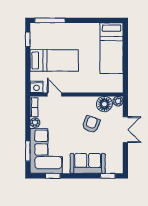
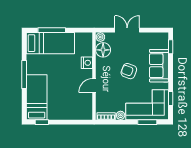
window: (50, 20) -> (24, 74), moved
window: (125, 50) -> (52, 30), added
bed: (54, 60) -> (37, 97), moved
nightstand: (36, 87) -> (87, 63), moved
door: (54, 94) -> (94, 86), moved
armchair: (91, 124) -> (129, 71), moved

